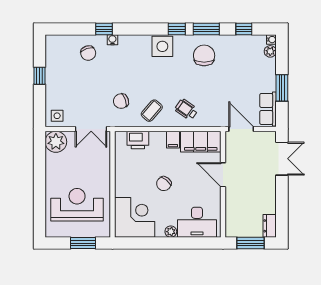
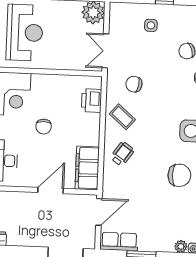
chair: (121, 101) -> (134, 84), turned -60
side table: (57, 116) -> (151, 25), moved
filing cabinet: (173, 140) -> (90, 138), removed
chair: (164, 184) -> (44, 127), turned -128

